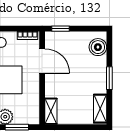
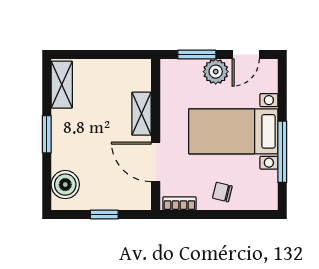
window: (61, 29) -> (104, 214), moved
shelving: (51, 111) -> (141, 114), moved

